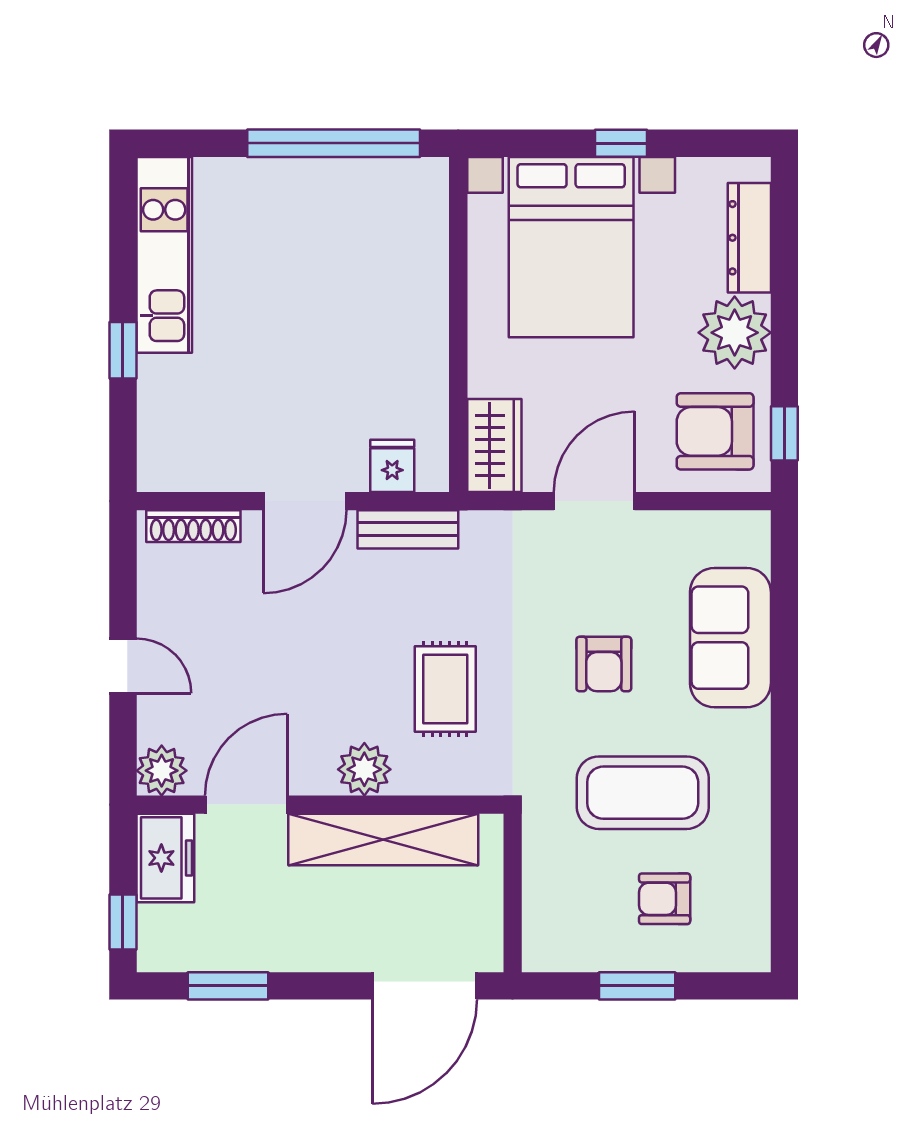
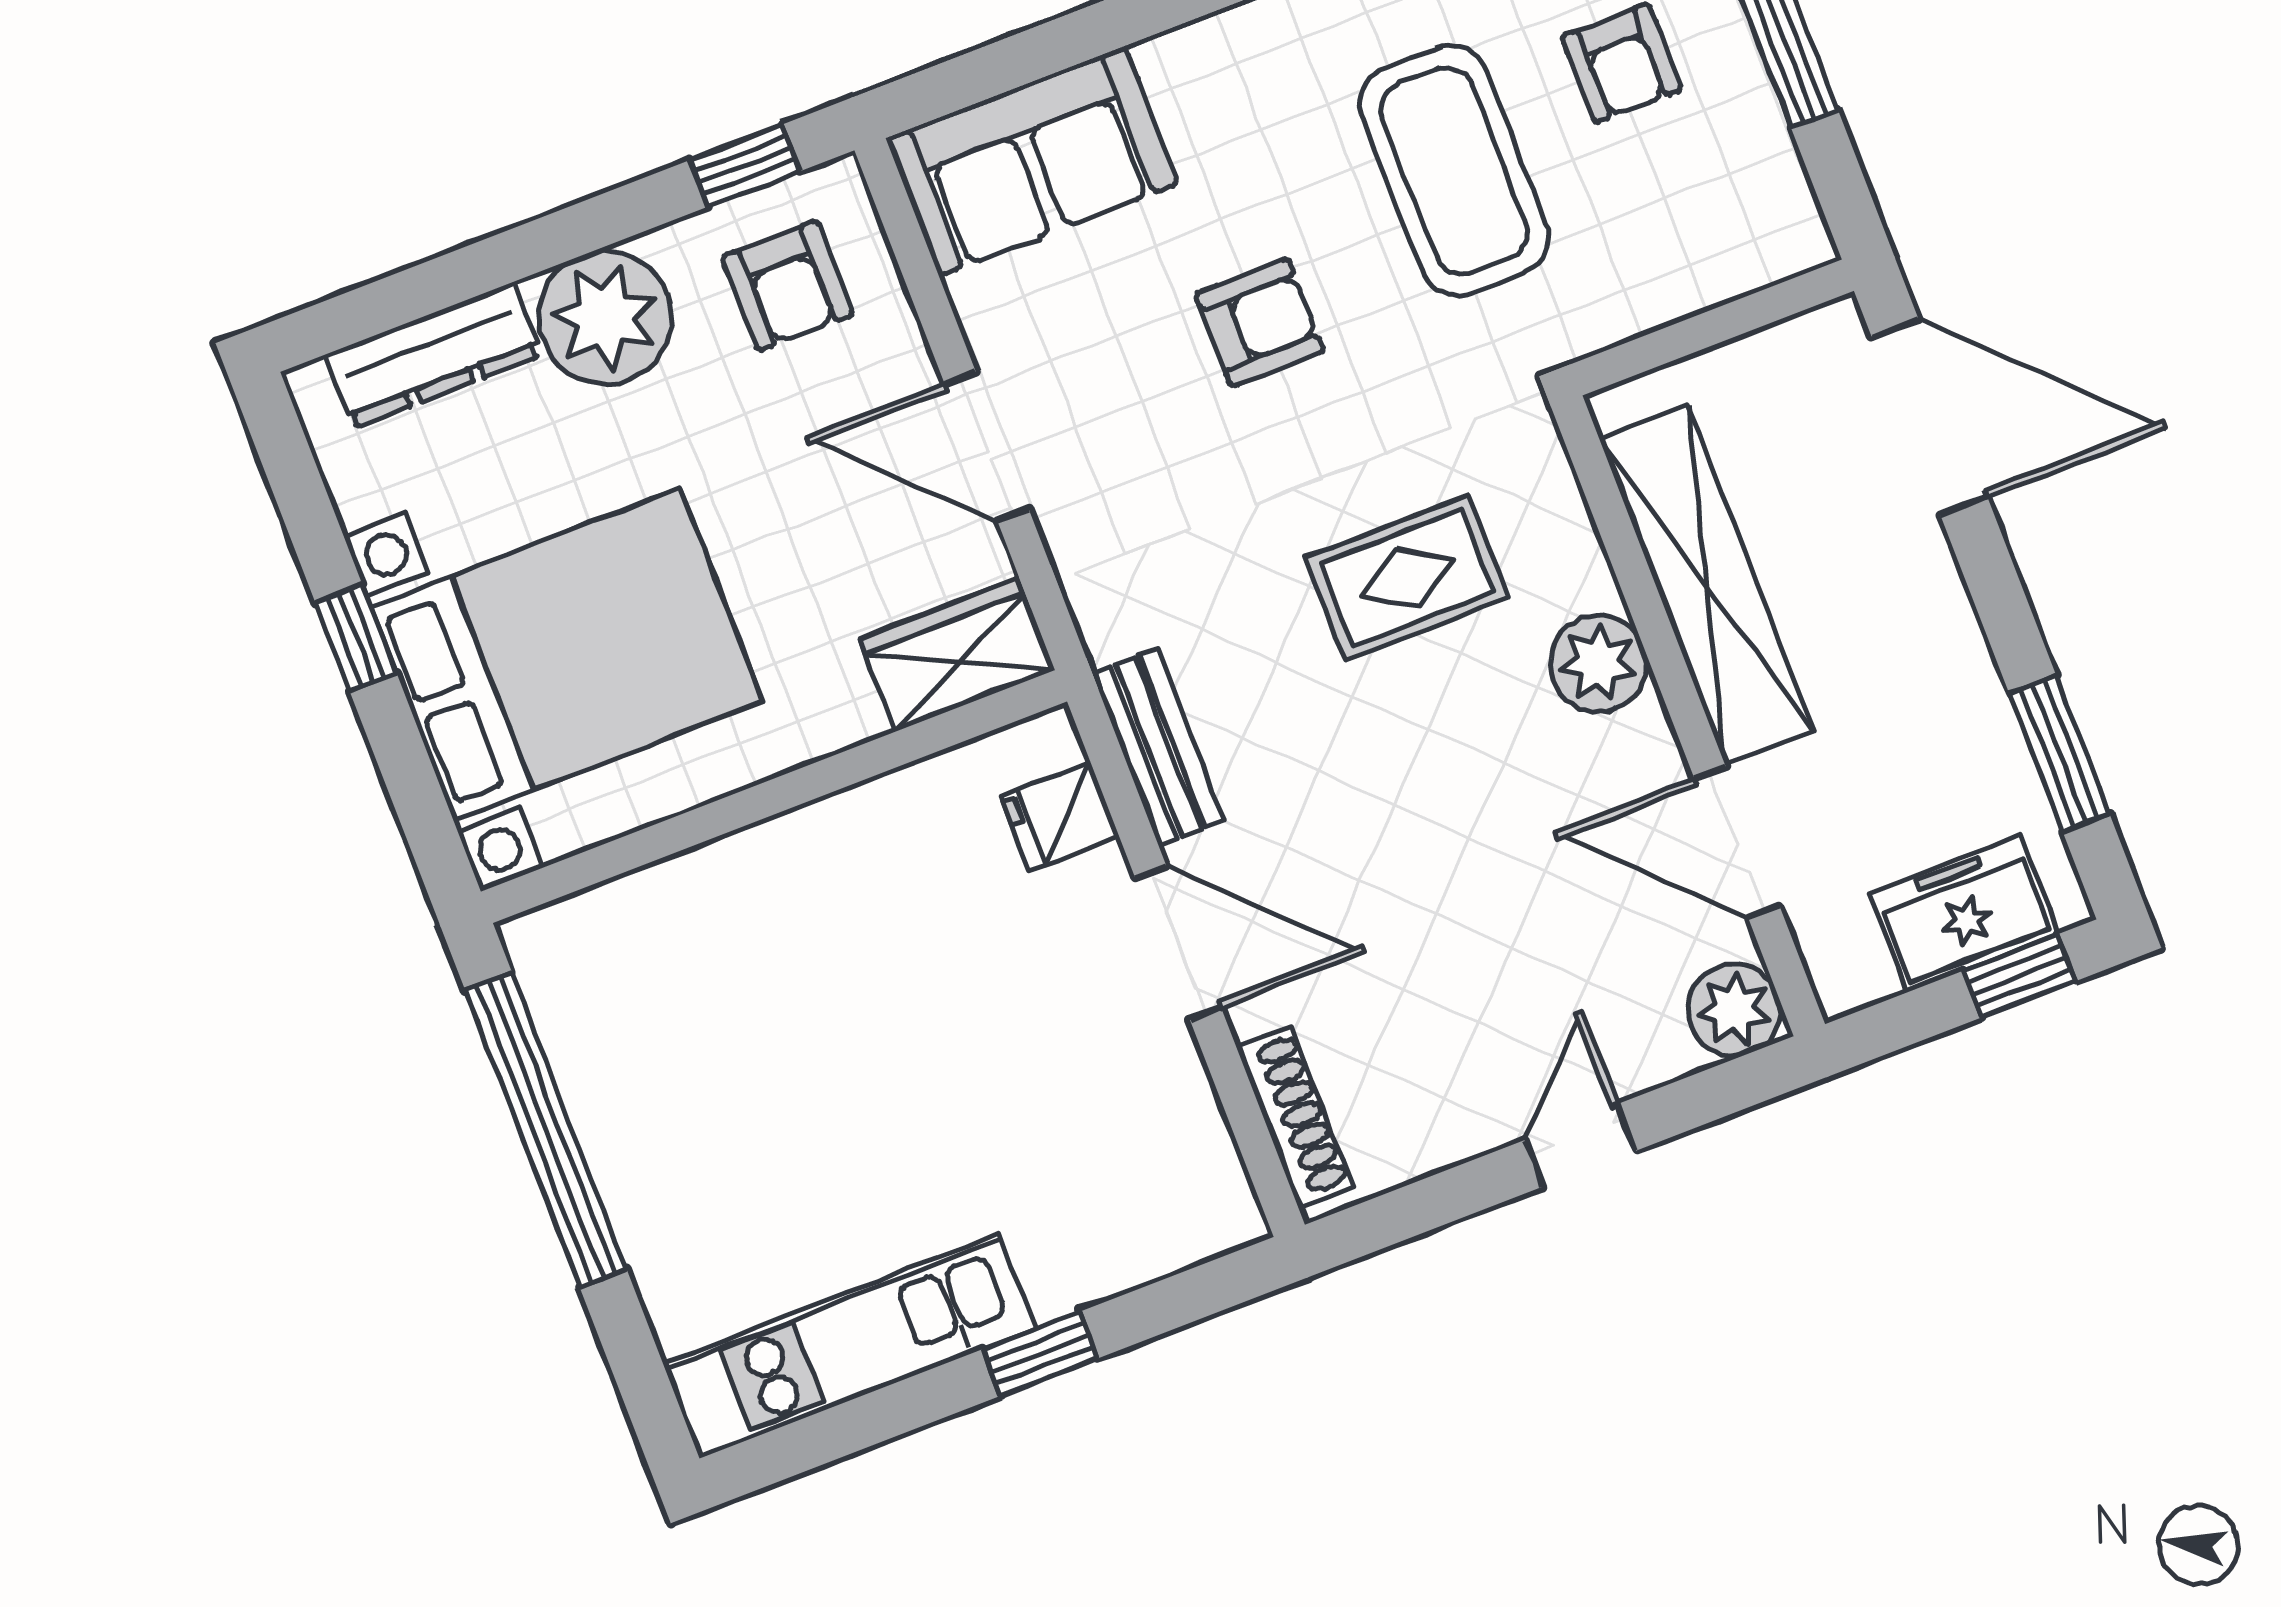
armchair: (715, 431) -> (787, 286), width x0.72, depth x0.72
sofa: (730, 638) -> (1032, 161), moved
freezer: (165, 858) -> (1964, 914), moved

